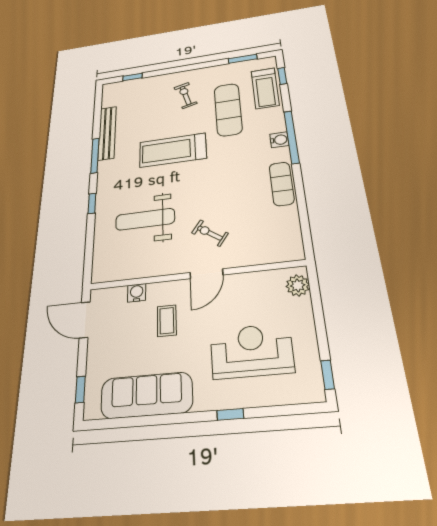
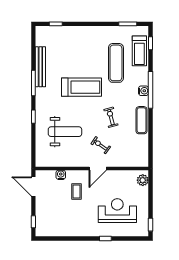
exercise bike: (185, 95) -> (111, 117), moved
treadmill: (173, 150) -> (81, 87), turned 180
weight bench: (145, 219) -> (65, 132), turned 180
sofa: (146, 395) -> (66, 227), removed

